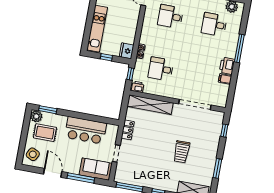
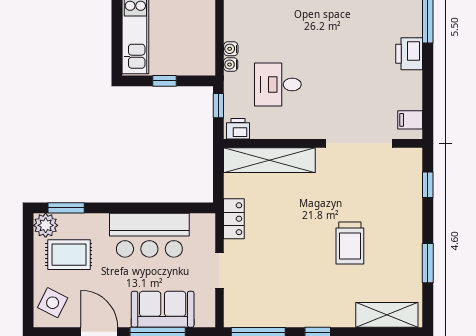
fridge: (127, 51) -> (203, 61), removed
filing cabinet: (225, 79) -> (410, 120), moved
sofa: (96, 169) -> (163, 309), moved

